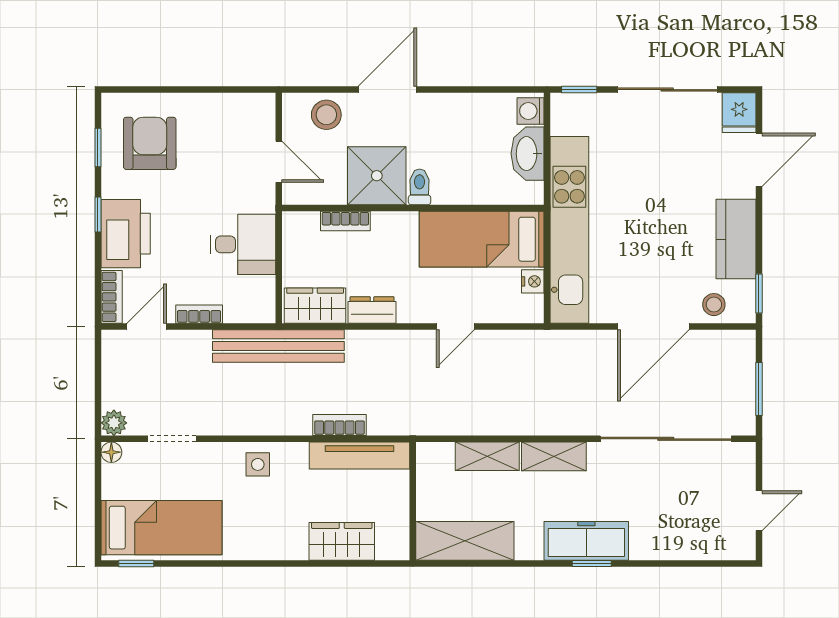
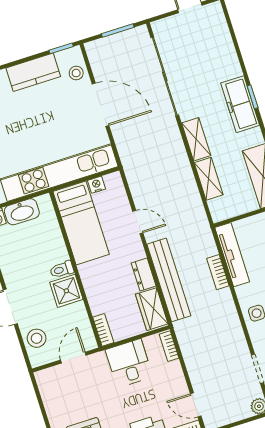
shower: (377, 176) -> (66, 291), width x0.73, depth x0.73
bookcase: (345, 221) -> (103, 330), moved
bookcase: (199, 314) -> (169, 346), moved
bench: (278, 346) -> (169, 280), moved

